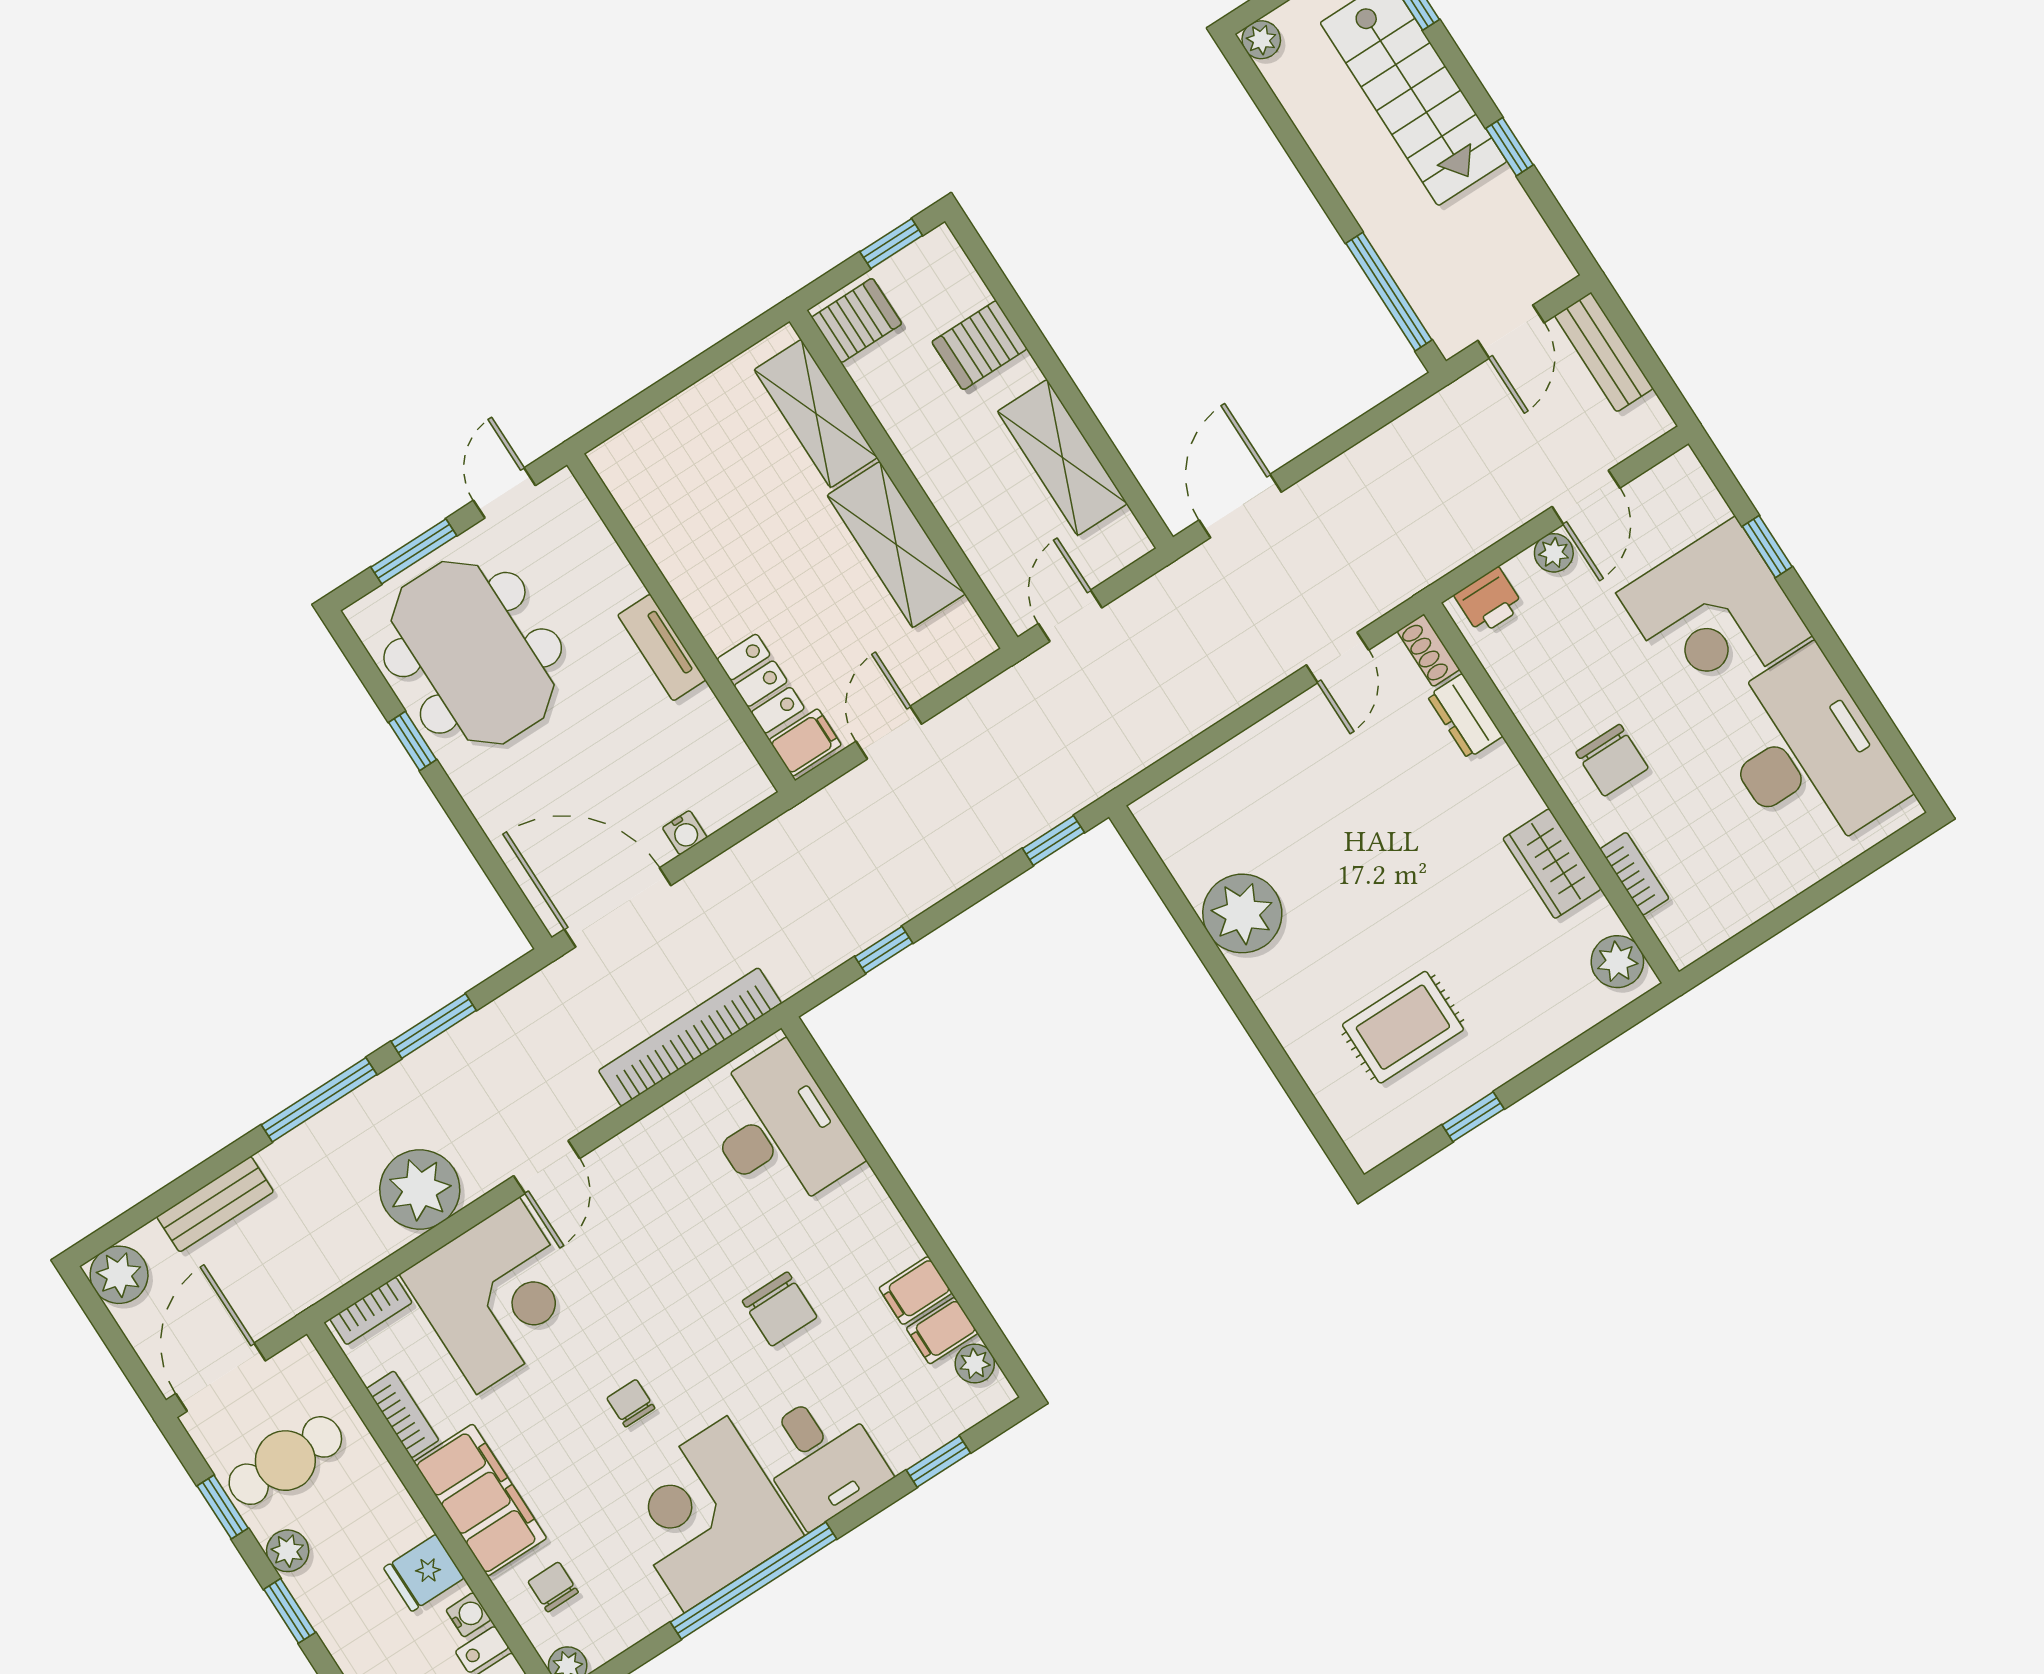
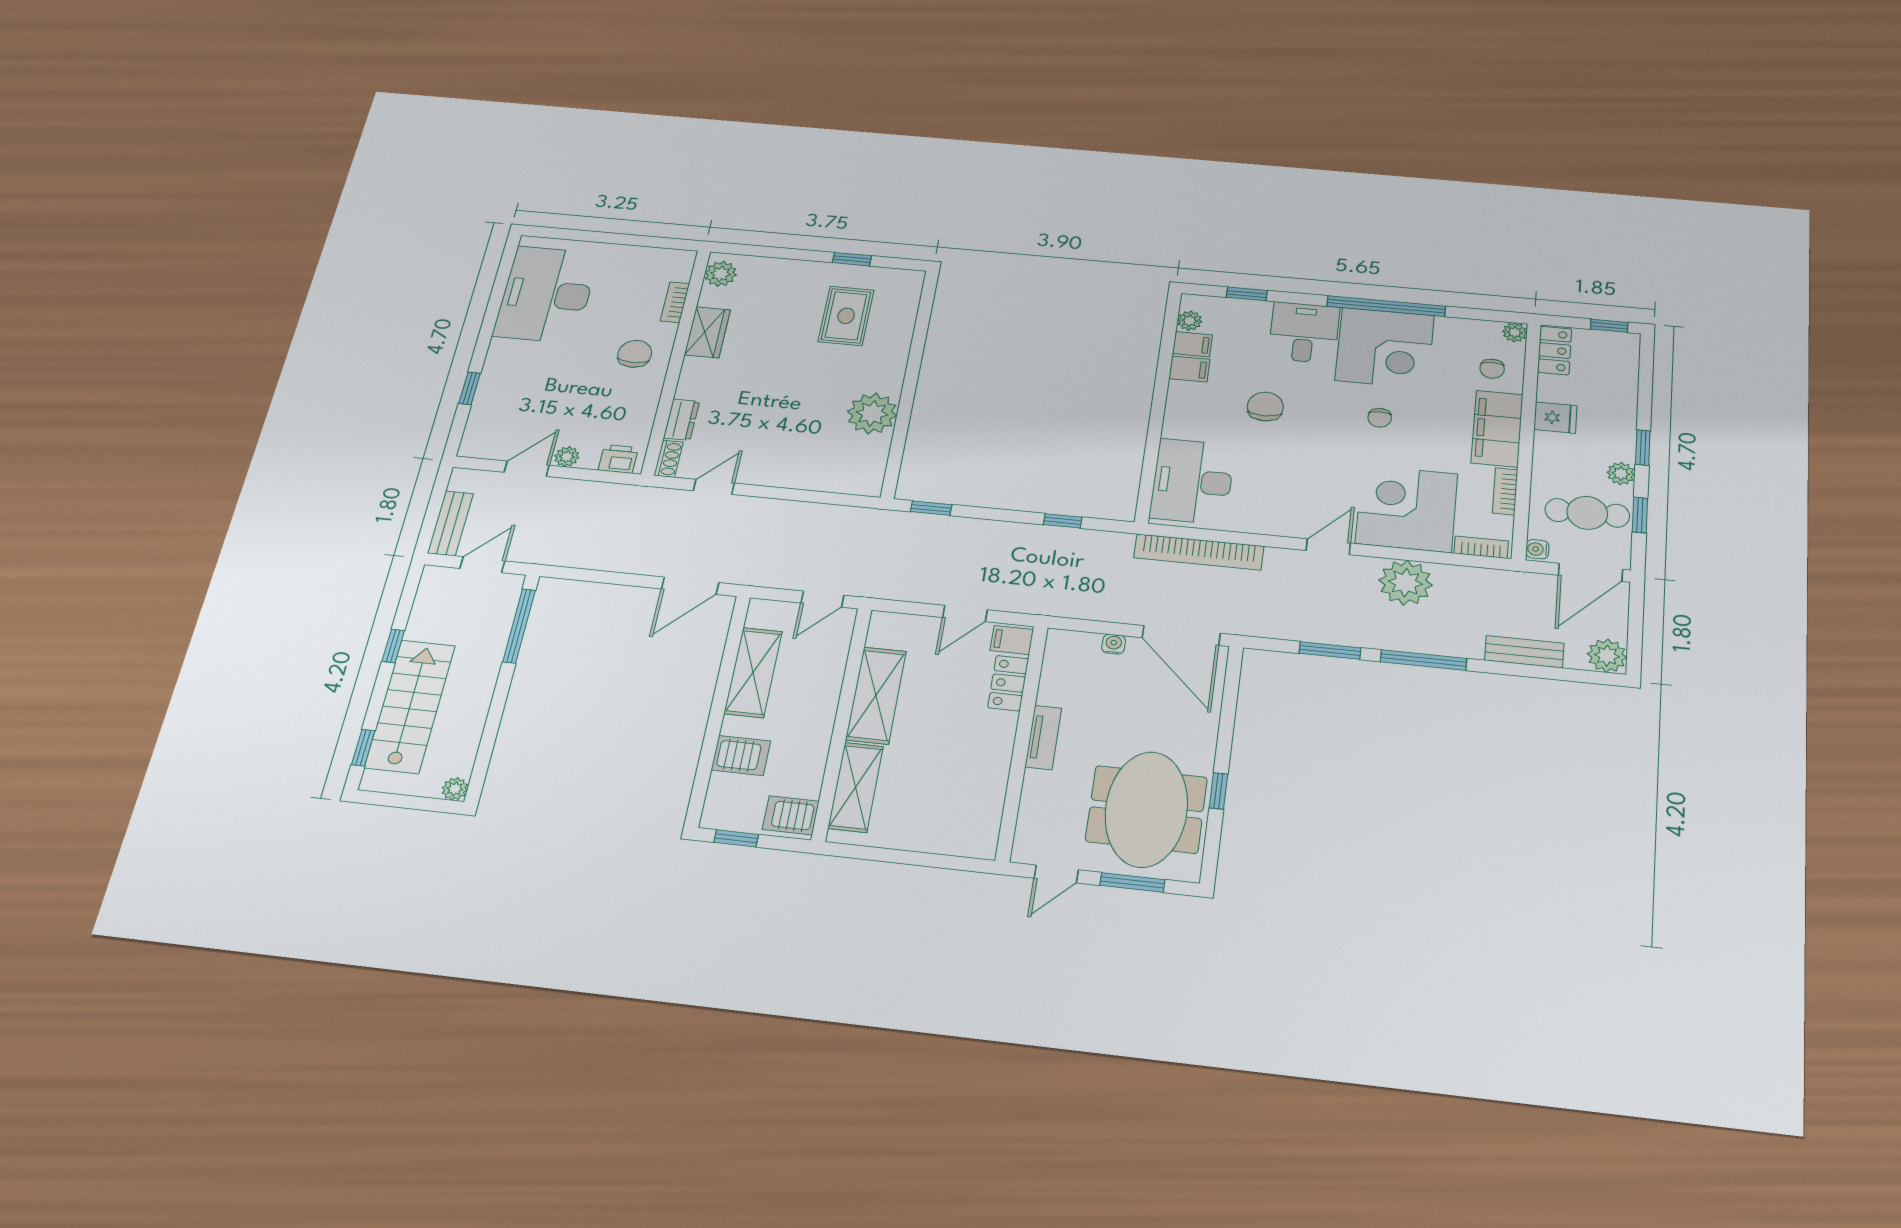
corner desk: (1714, 614) -> (524, 379), removed
rug: (1403, 1027) -> (846, 316), turned 90
water cooler: (469, 1615) -> (1537, 549), moved

